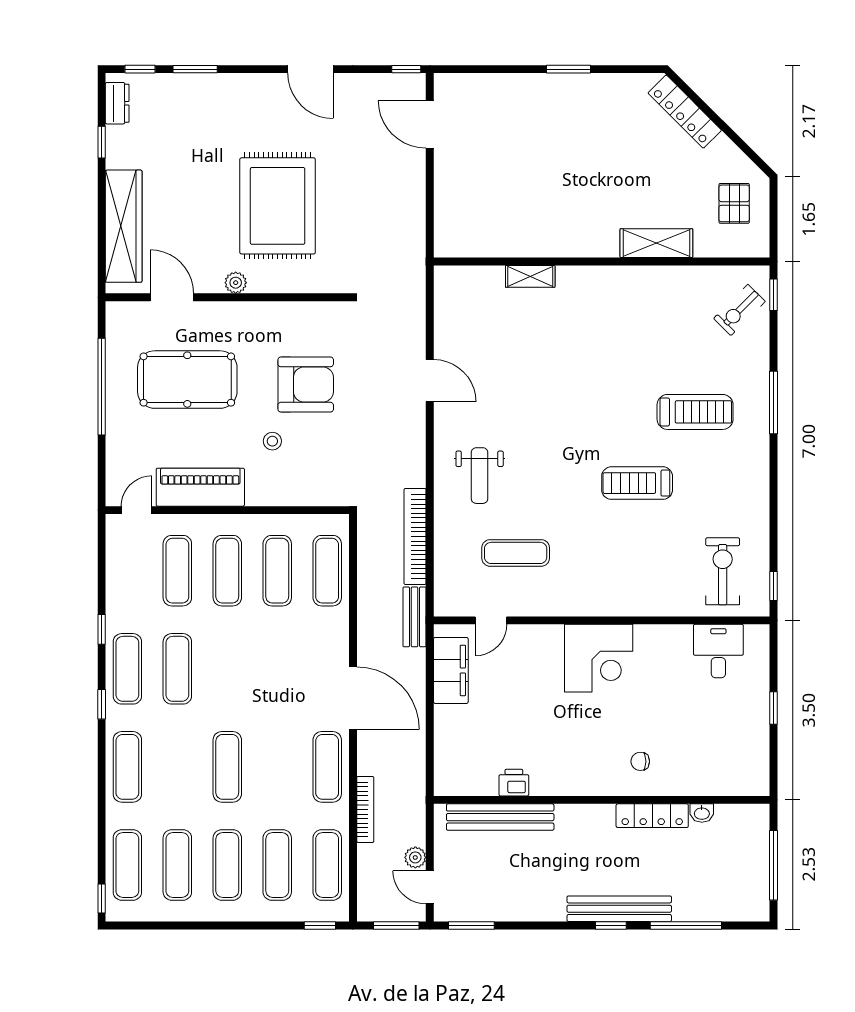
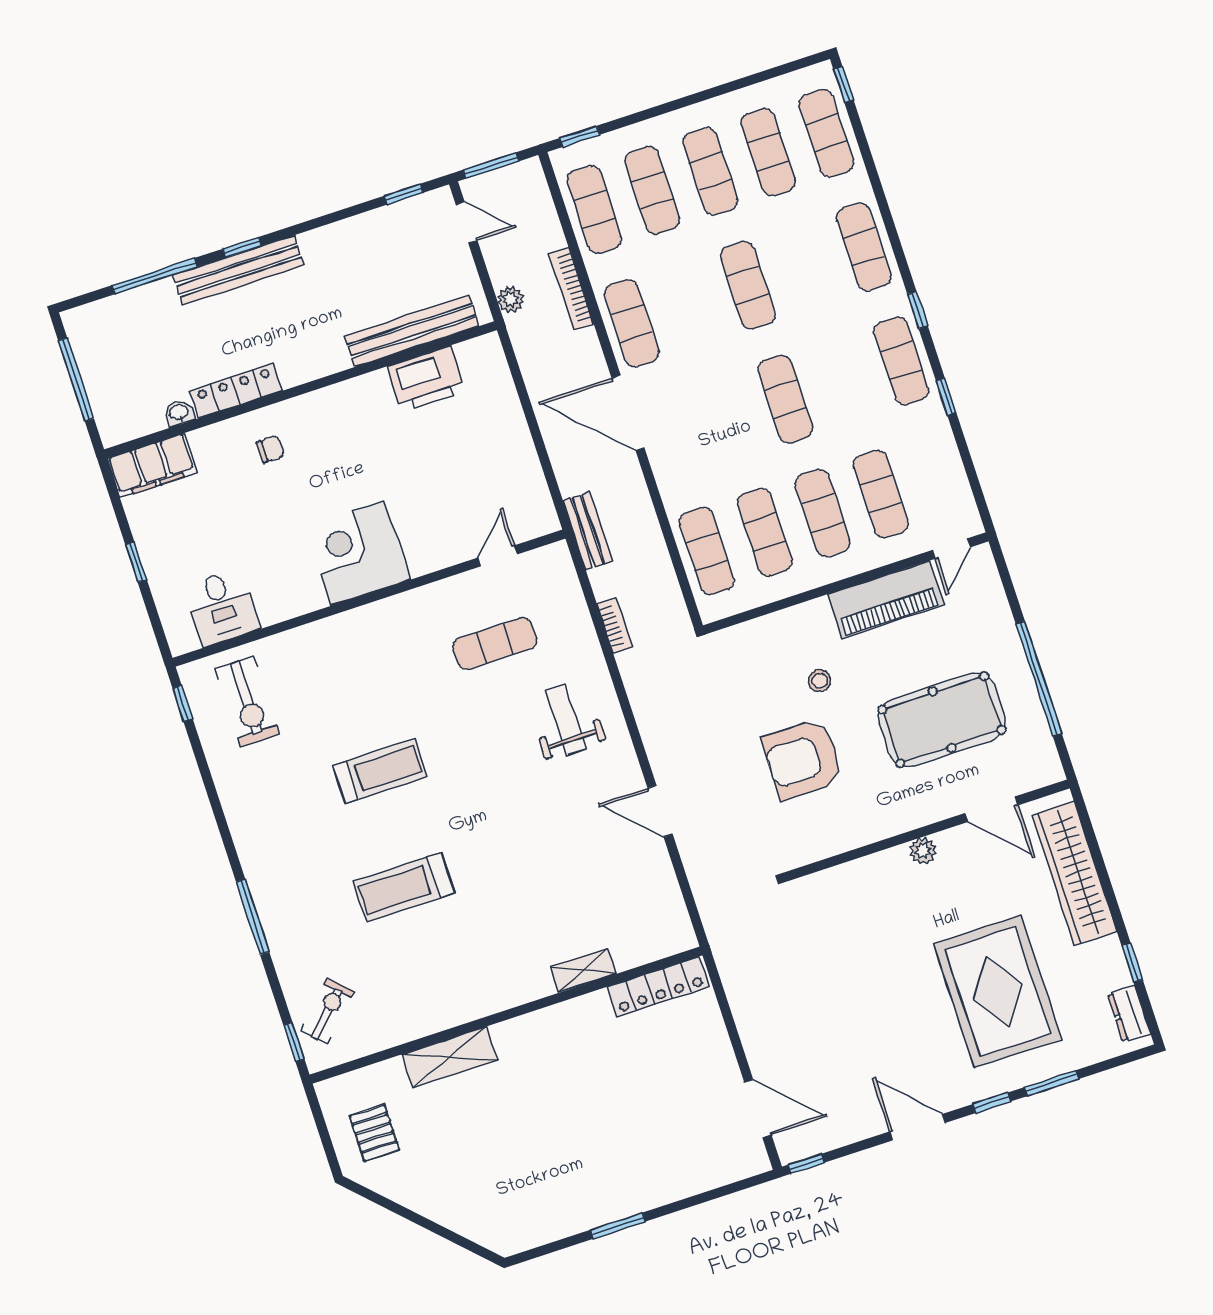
window: (140, 69) -> (992, 1103), moved
locker: (685, 112) -> (658, 987), moved, turned 135
rug: (278, 206) -> (998, 992), moved
treadmill: (695, 412) -> (404, 887), moved
bookcase: (415, 536) -> (615, 625), width x0.43, depth x0.76
exercise mat: (177, 669) -> (785, 399), moved
filing cabinet: (451, 670) -> (152, 466), moved, turned -90
printer: (514, 783) -> (426, 379), width x1.87, depth x1.48
plant: (415, 857) -> (511, 299), moved
window: (471, 926) -> (404, 194), width x0.67

